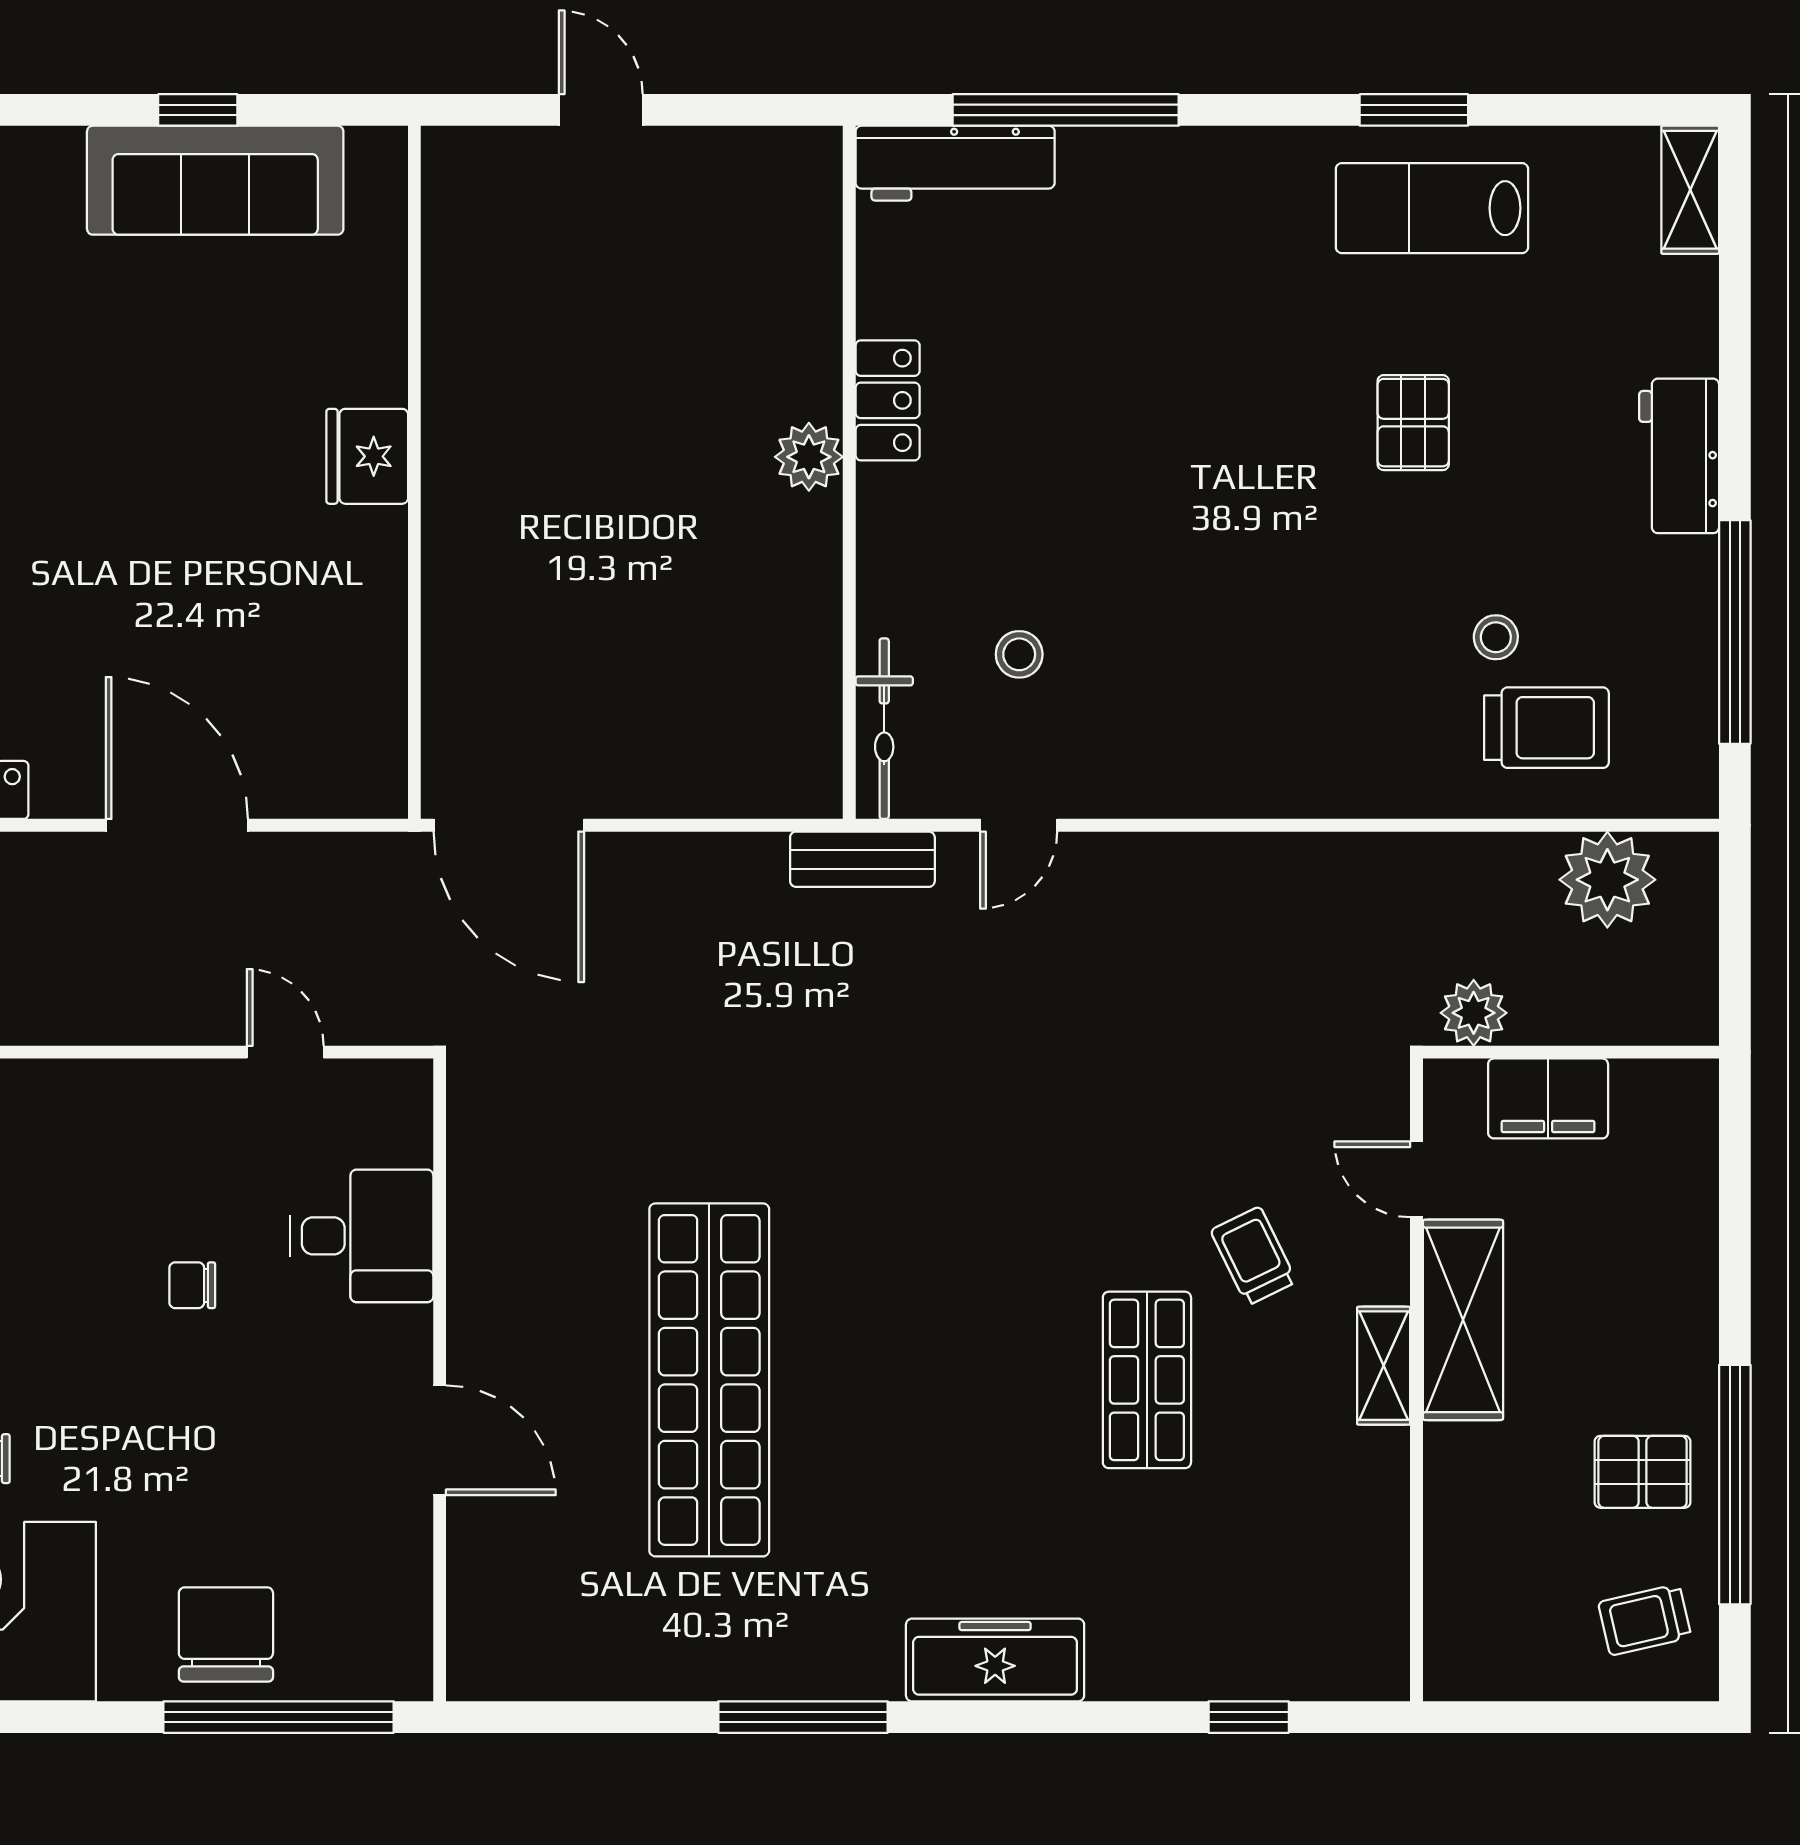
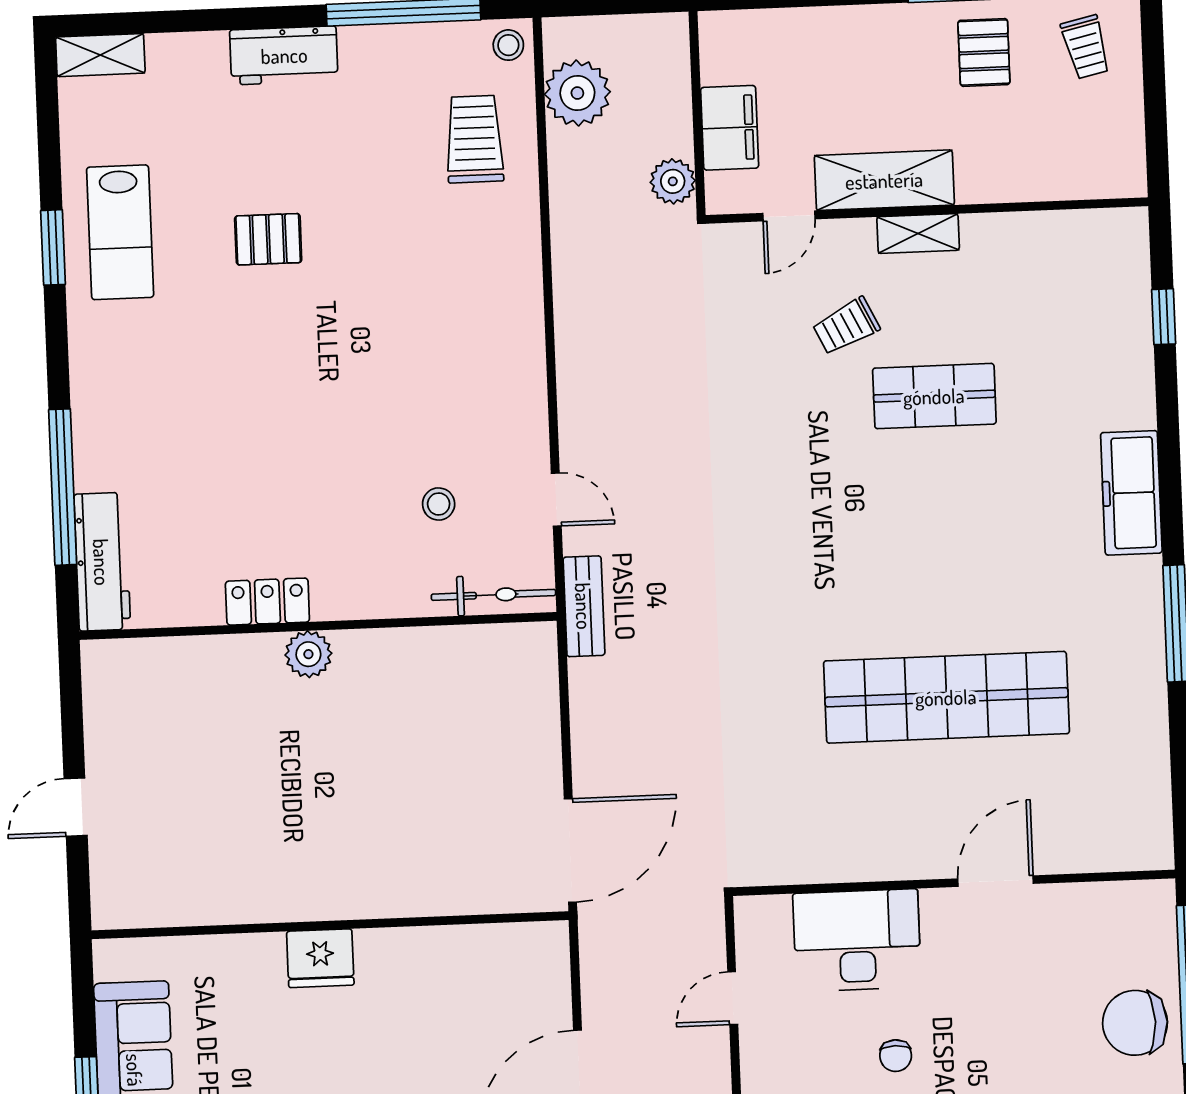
stool: (1496, 637) -> (508, 45), moved
desk: (362, 1236) -> (857, 940), width x1.37

